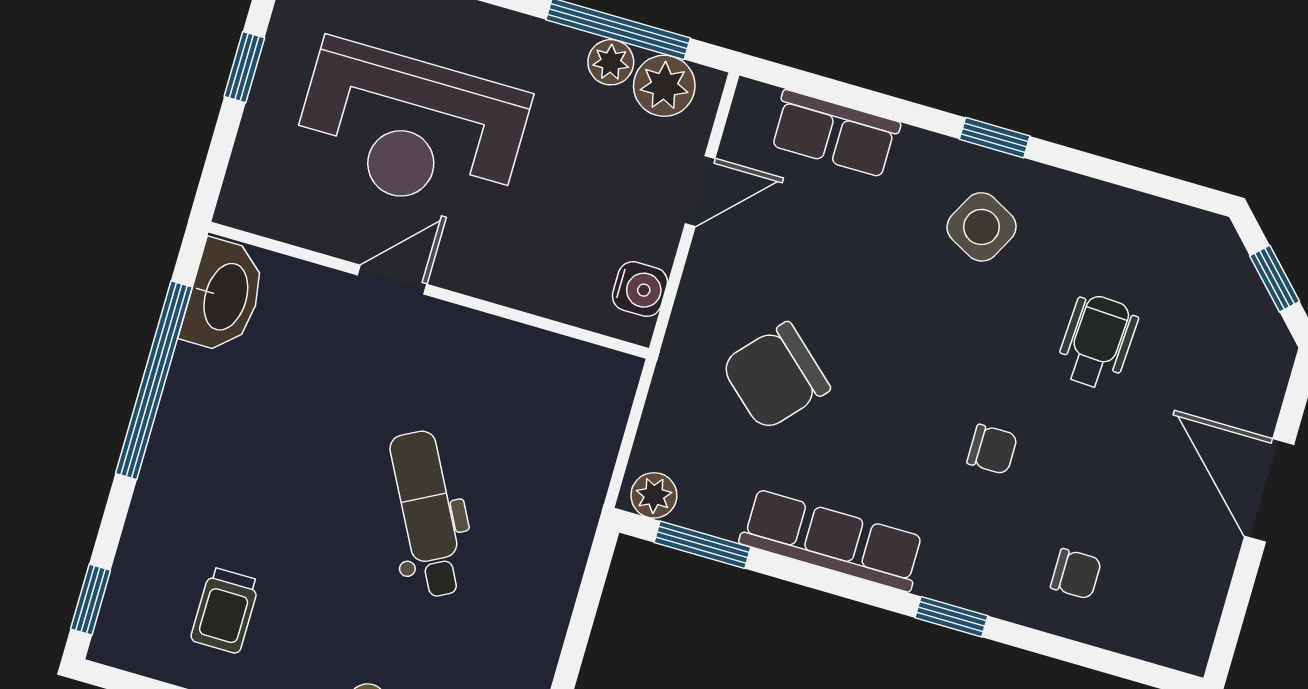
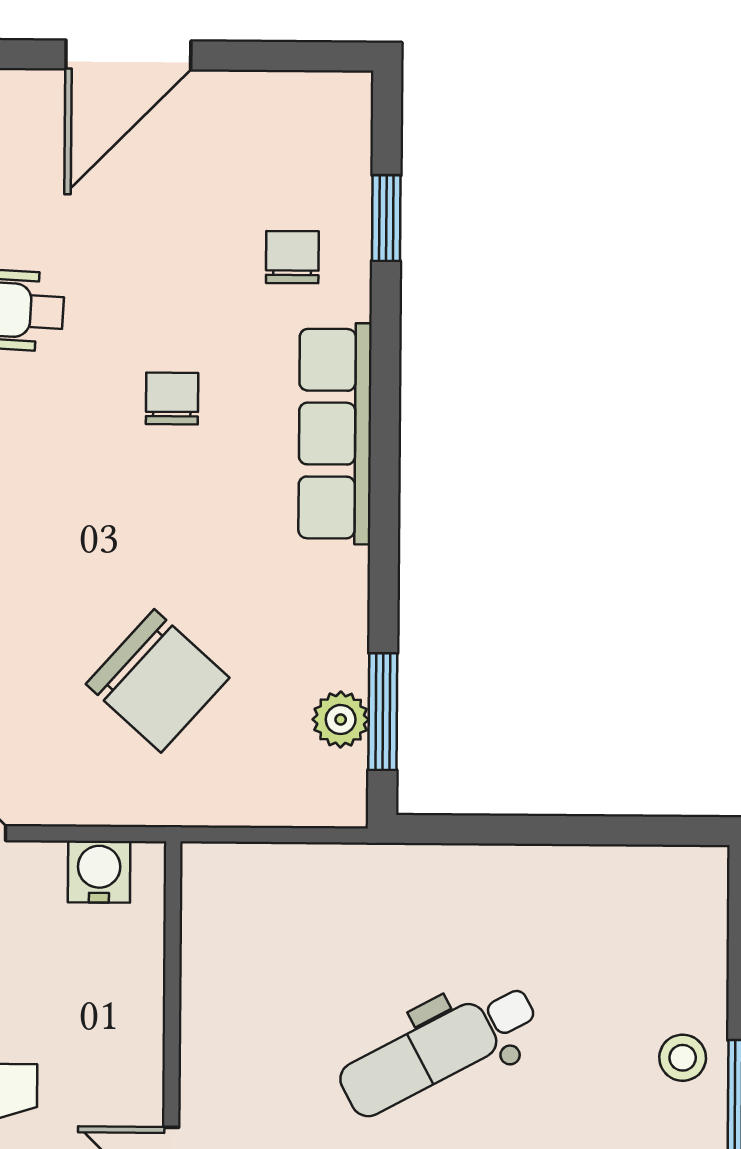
plant: (654, 495) -> (341, 719), moved
row of seats: (832, 540) -> (335, 434), moved
window: (951, 617) -> (386, 218), moved

